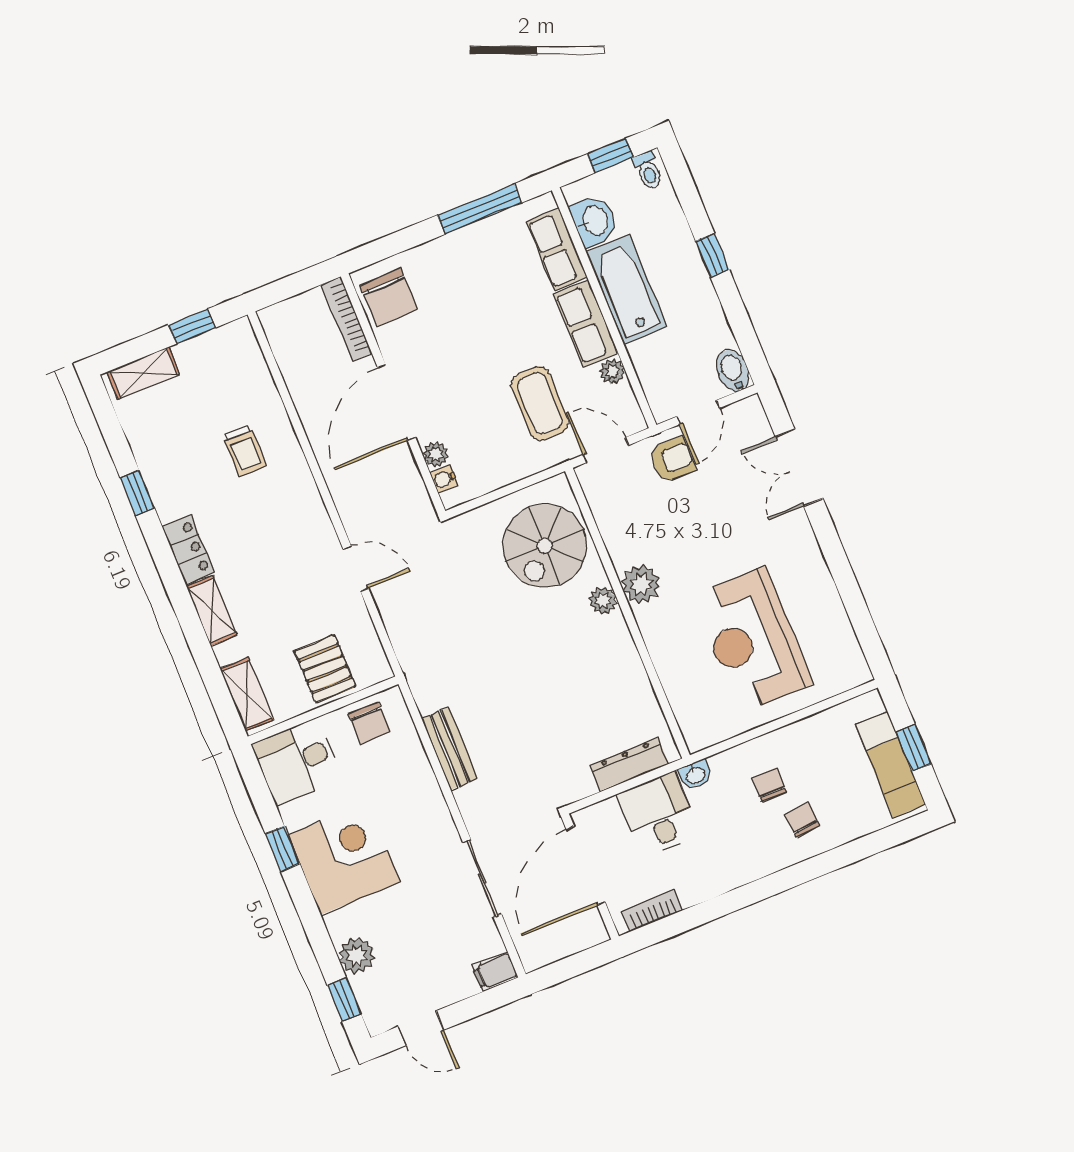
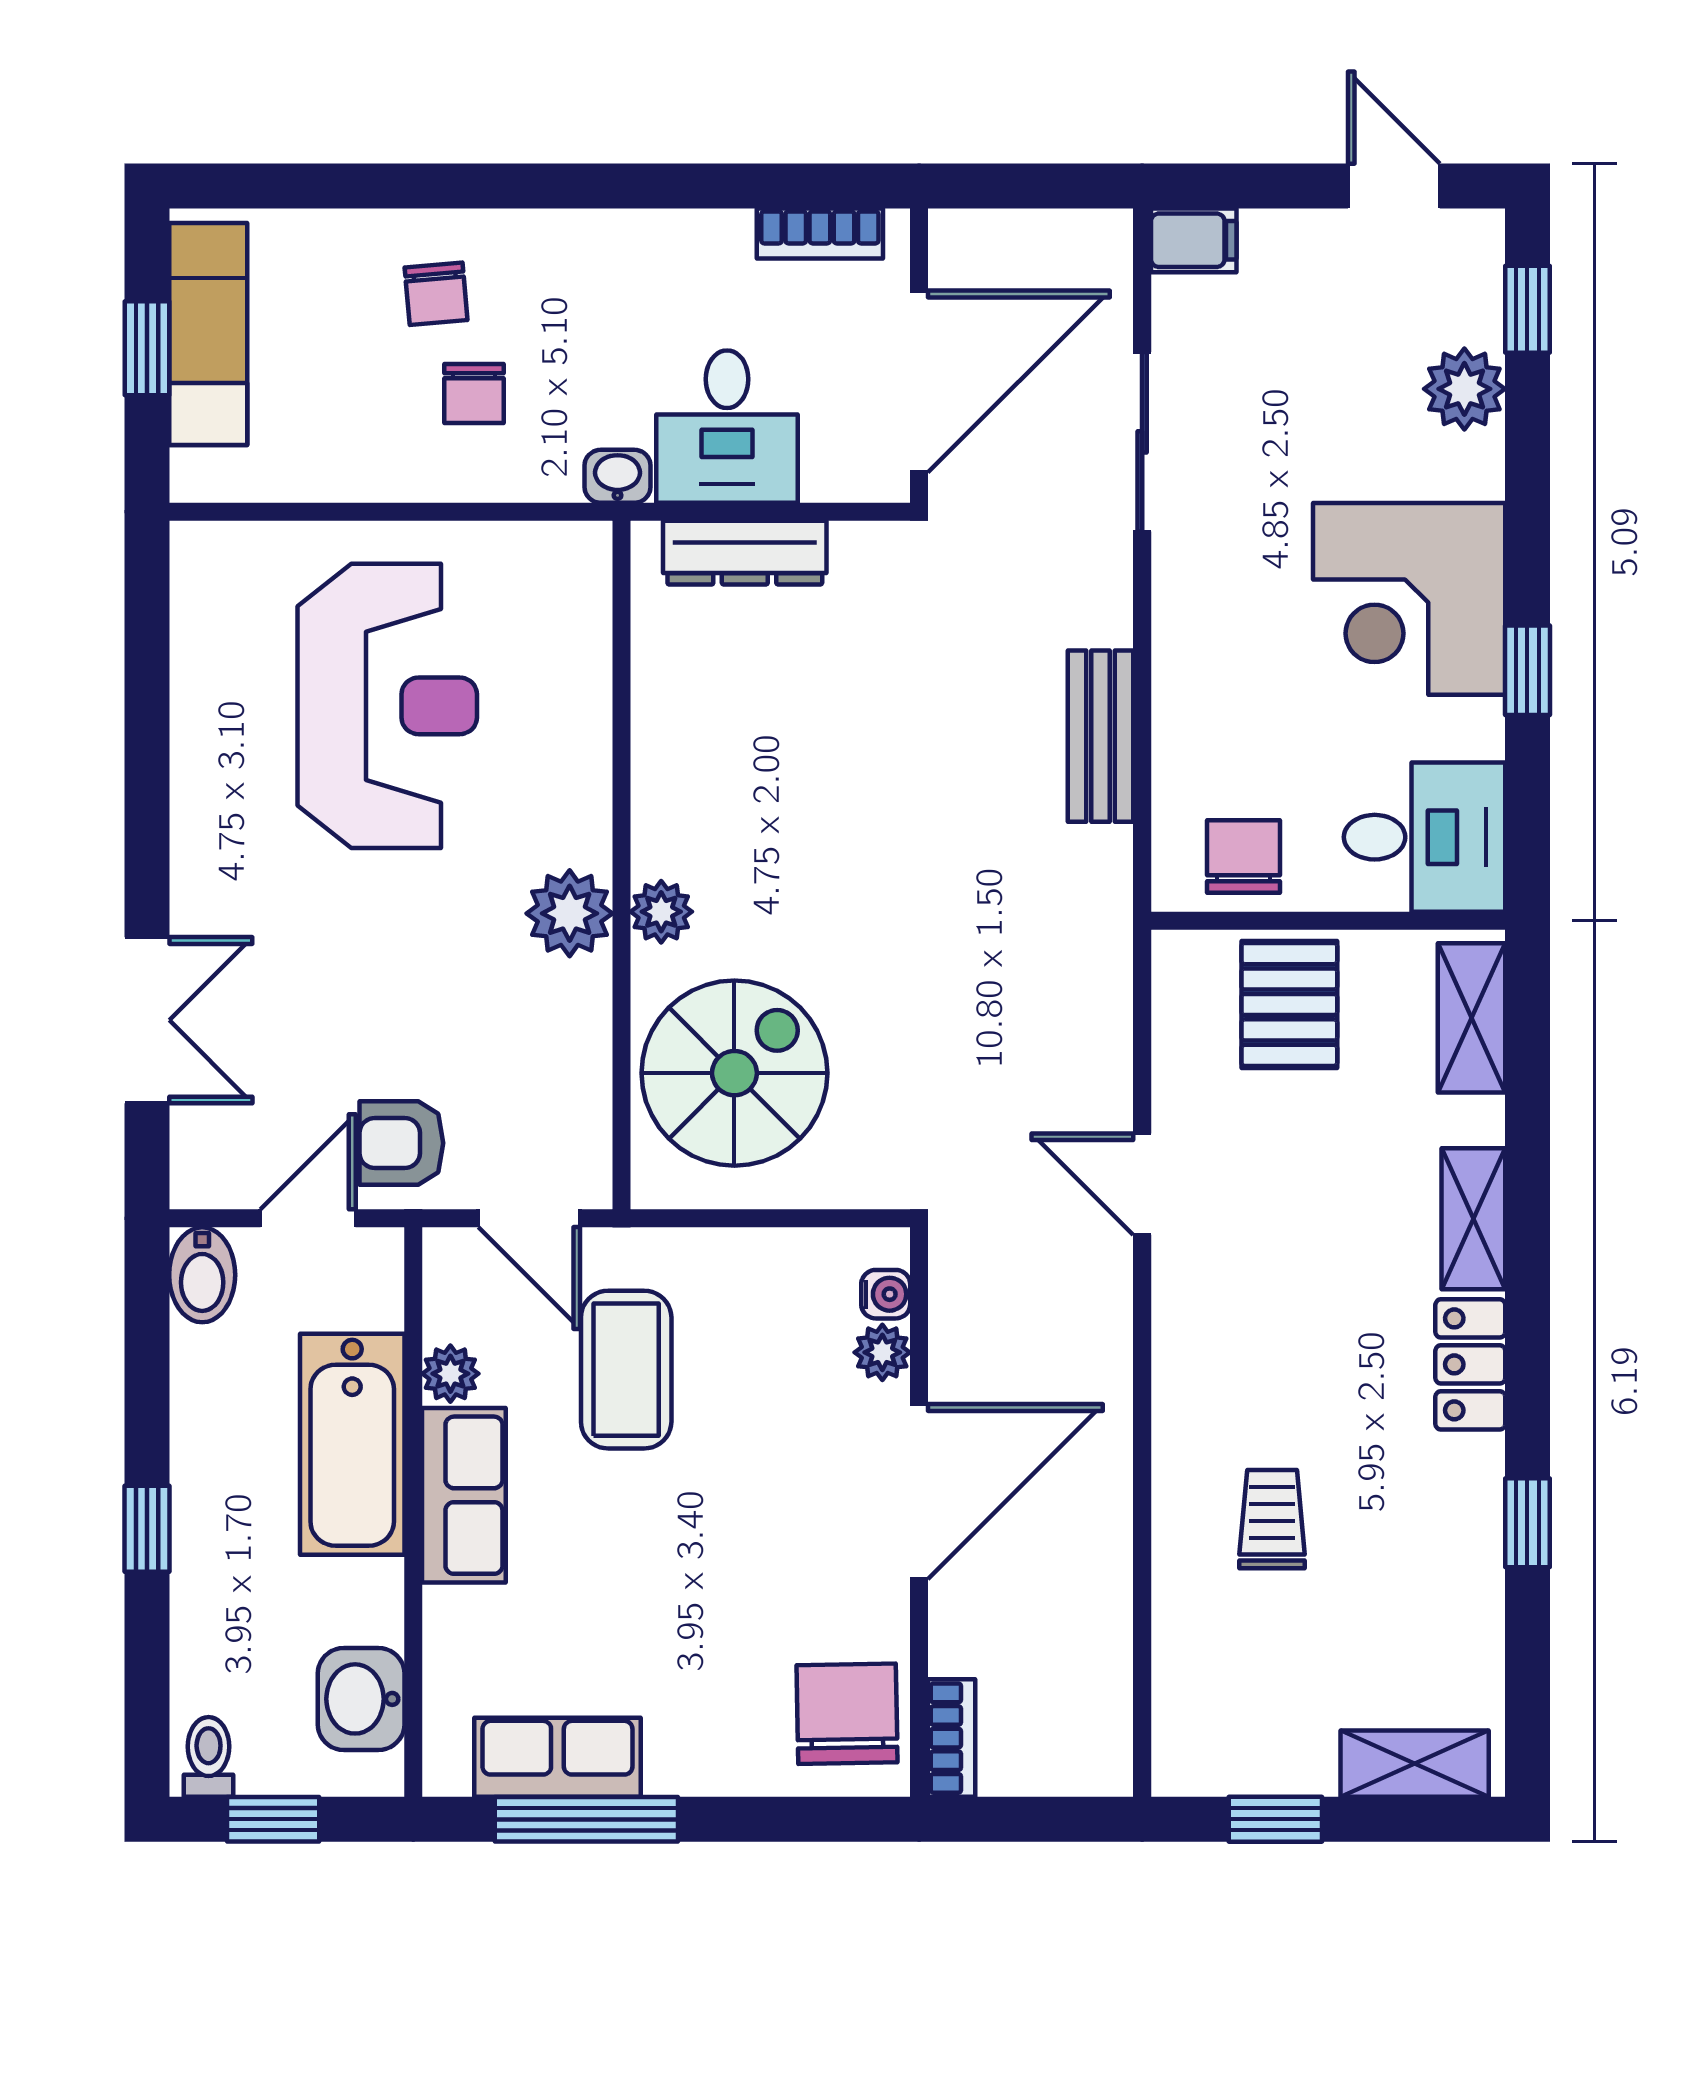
row of seats: (557, 249) -> (557, 1757), moved, turned -90
bathtub: (626, 289) -> (352, 1444), moved
bookcase: (347, 319) -> (952, 1738), width x0.64

